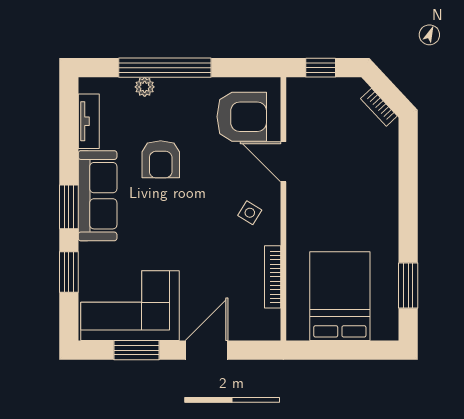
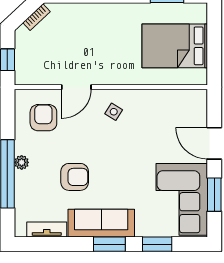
plant: (145, 87) -> (22, 162), moved
armchair: (242, 117) -> (43, 118), width x0.73, depth x0.73
bookcase: (273, 277) -> (161, 95), removed

